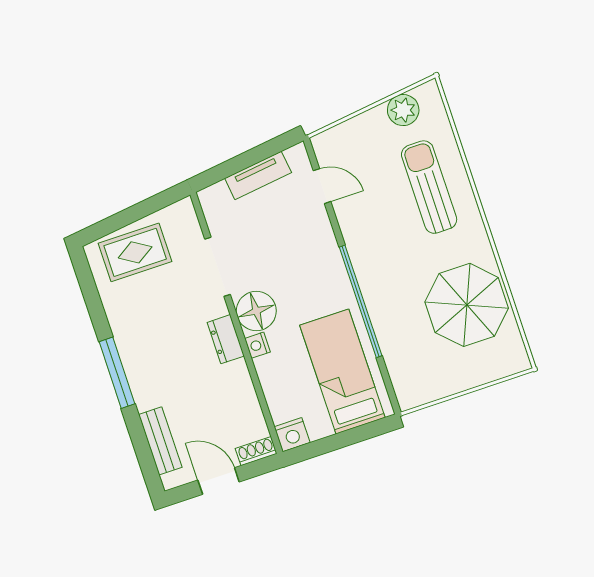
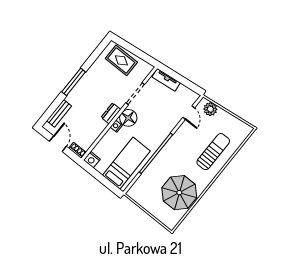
plant: (403, 110) -> (210, 109), moved
tv unit: (258, 175) -> (166, 80), moved

